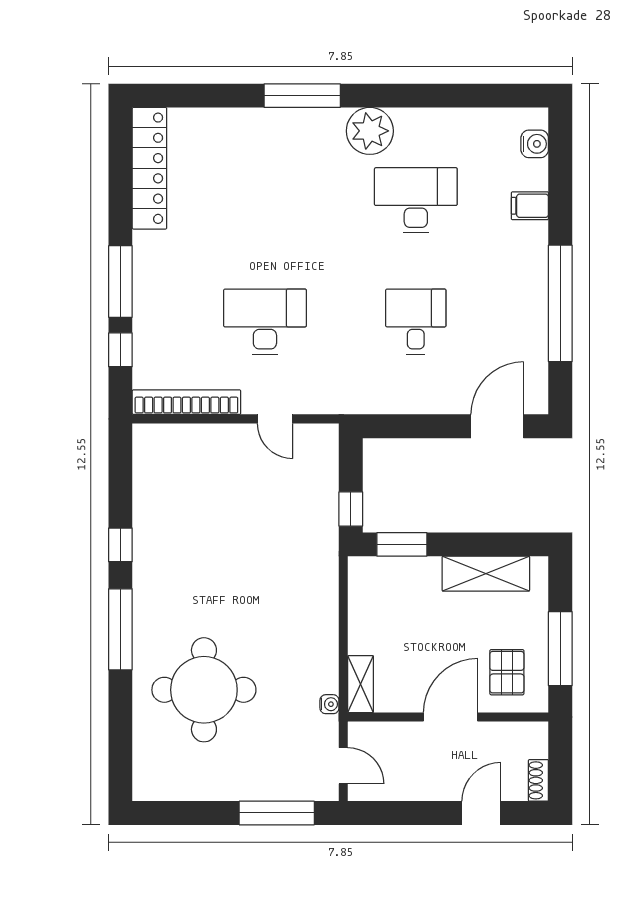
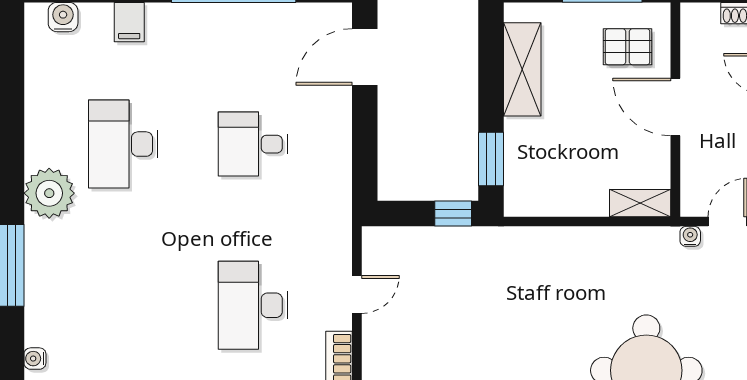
water cooler: (215, 118) -> (35, 359), added
door: (497, 426) -> (365, 57), hinge flipped
water cooler: (329, 704) -> (690, 236), moved

